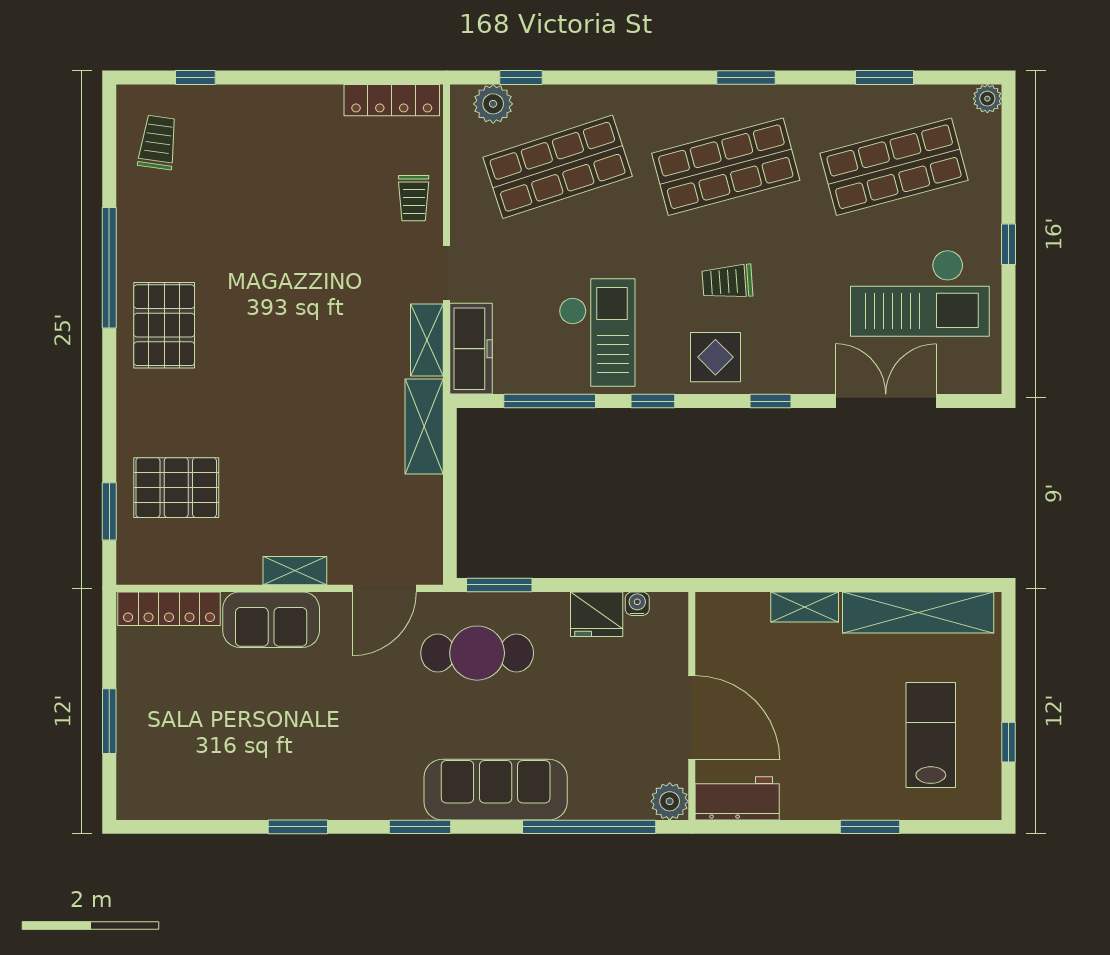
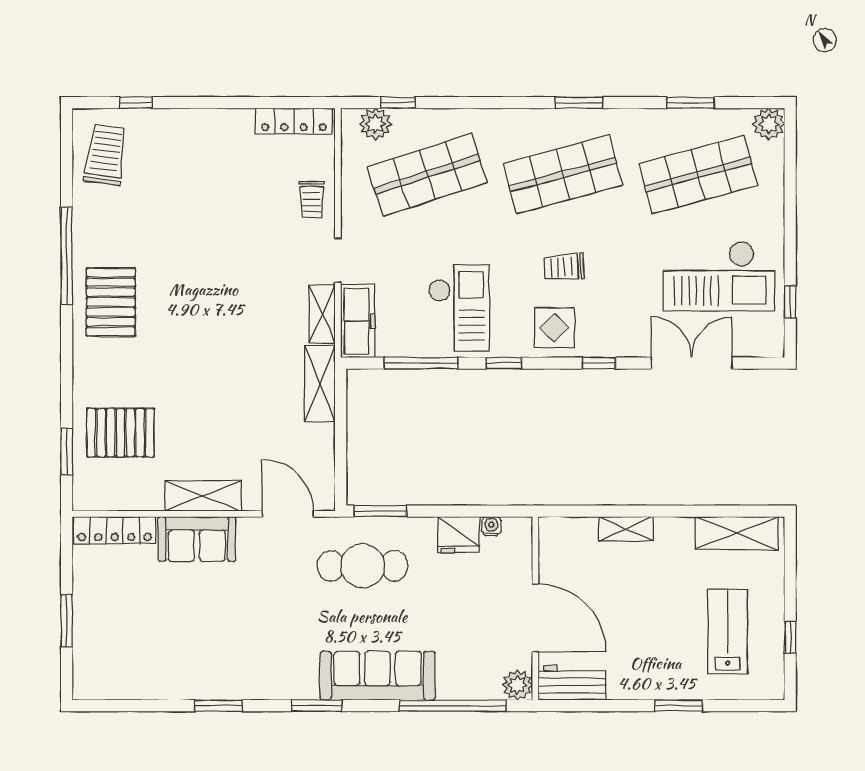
plant: (987, 99) -> (769, 124), width x1.38, depth x1.38
trolley: (158, 142) -> (106, 155), width x1.36, depth x1.39
window: (1009, 244) -> (790, 302), moved
shelving: (295, 571) -> (203, 496), width x1.50, depth x1.33
door: (384, 588) -> (288, 514), swing flipped
shelving: (918, 612) -> (737, 533), width x0.68

